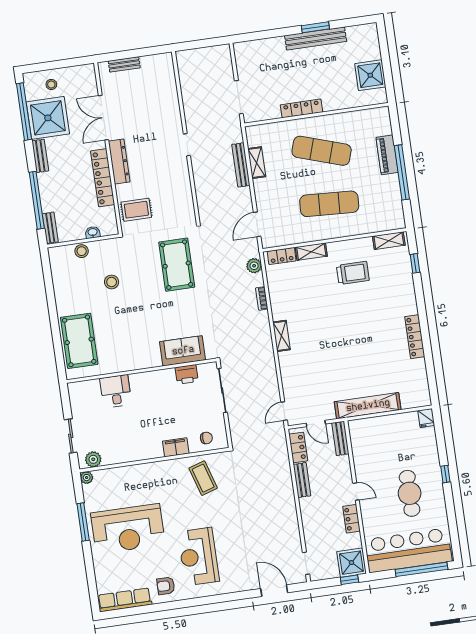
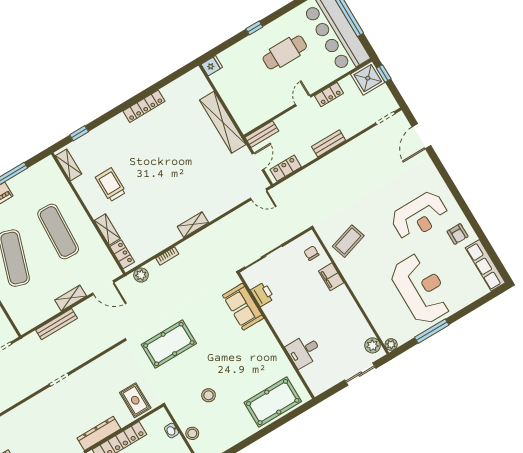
shelving: (257, 163) -> (71, 298), moved
bench: (302, 480) -> (329, 143), moved

